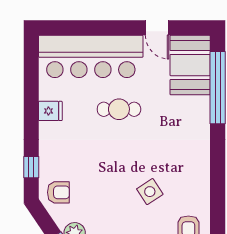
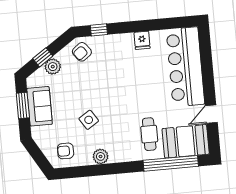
cafe table: (119, 109) -> (149, 134), moved
plant: (200, 180) -> (101, 156), added
armchair: (58, 192) -> (82, 52), turned 53

